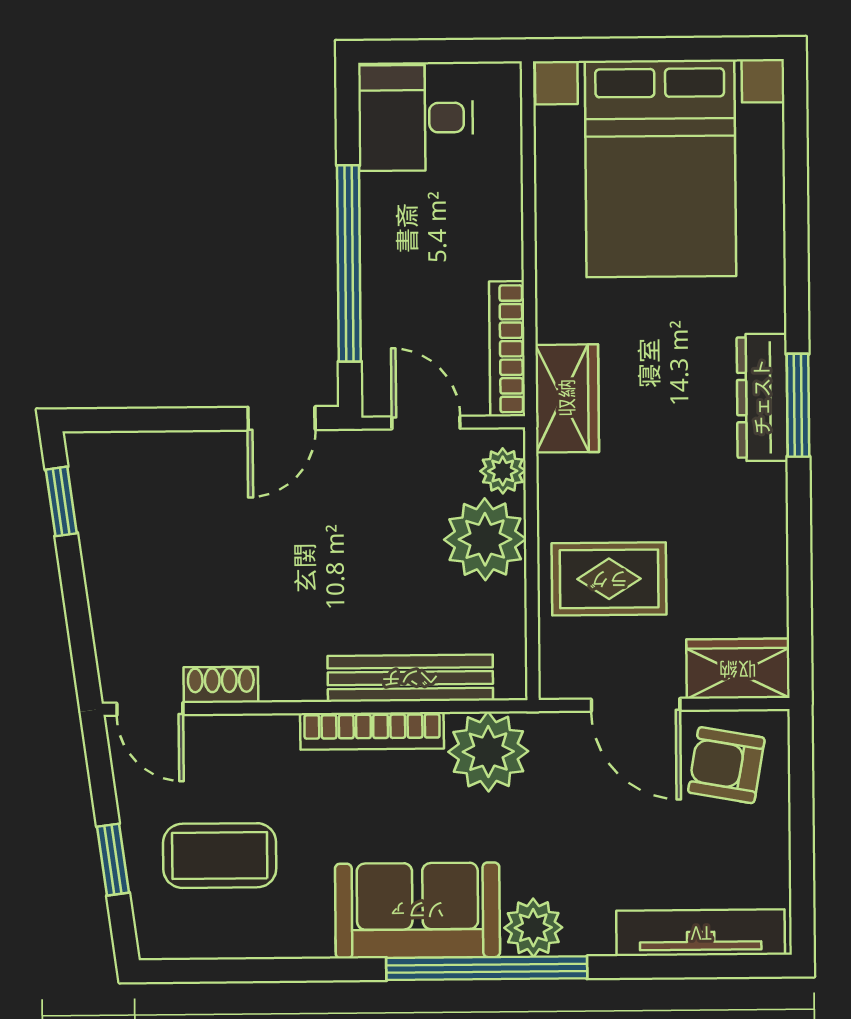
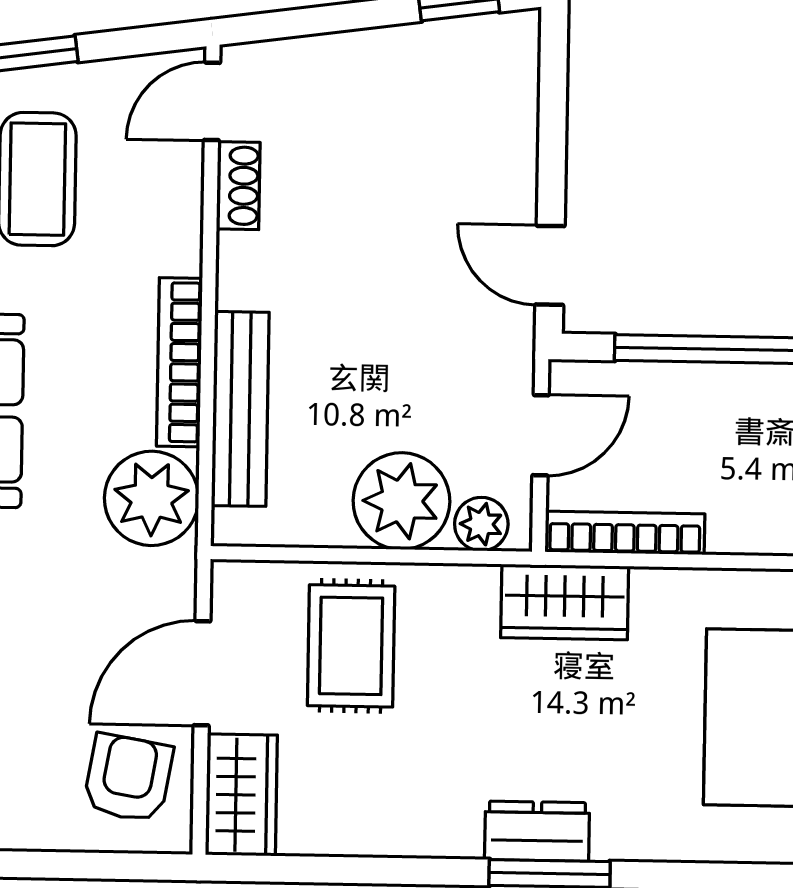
dresser: (762, 397) -> (537, 831), width x0.70

